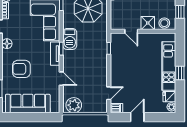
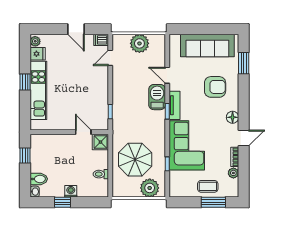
shower: (148, 23) -> (100, 142), moved
stool: (164, 23) -> (44, 142), removed
barbecue: (70, 39) -> (157, 97), moved
plant: (74, 105) -> (139, 43), moved
door: (137, 117) -> (76, 29), hinge flipped

